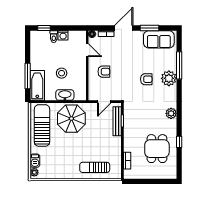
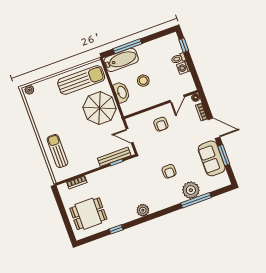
sofa: (159, 39) -> (212, 158), moved
plant: (169, 78) -> (191, 190), moved
dining table: (157, 149) -> (88, 214), moved
barbecue: (35, 161) -> (42, 86), removed

